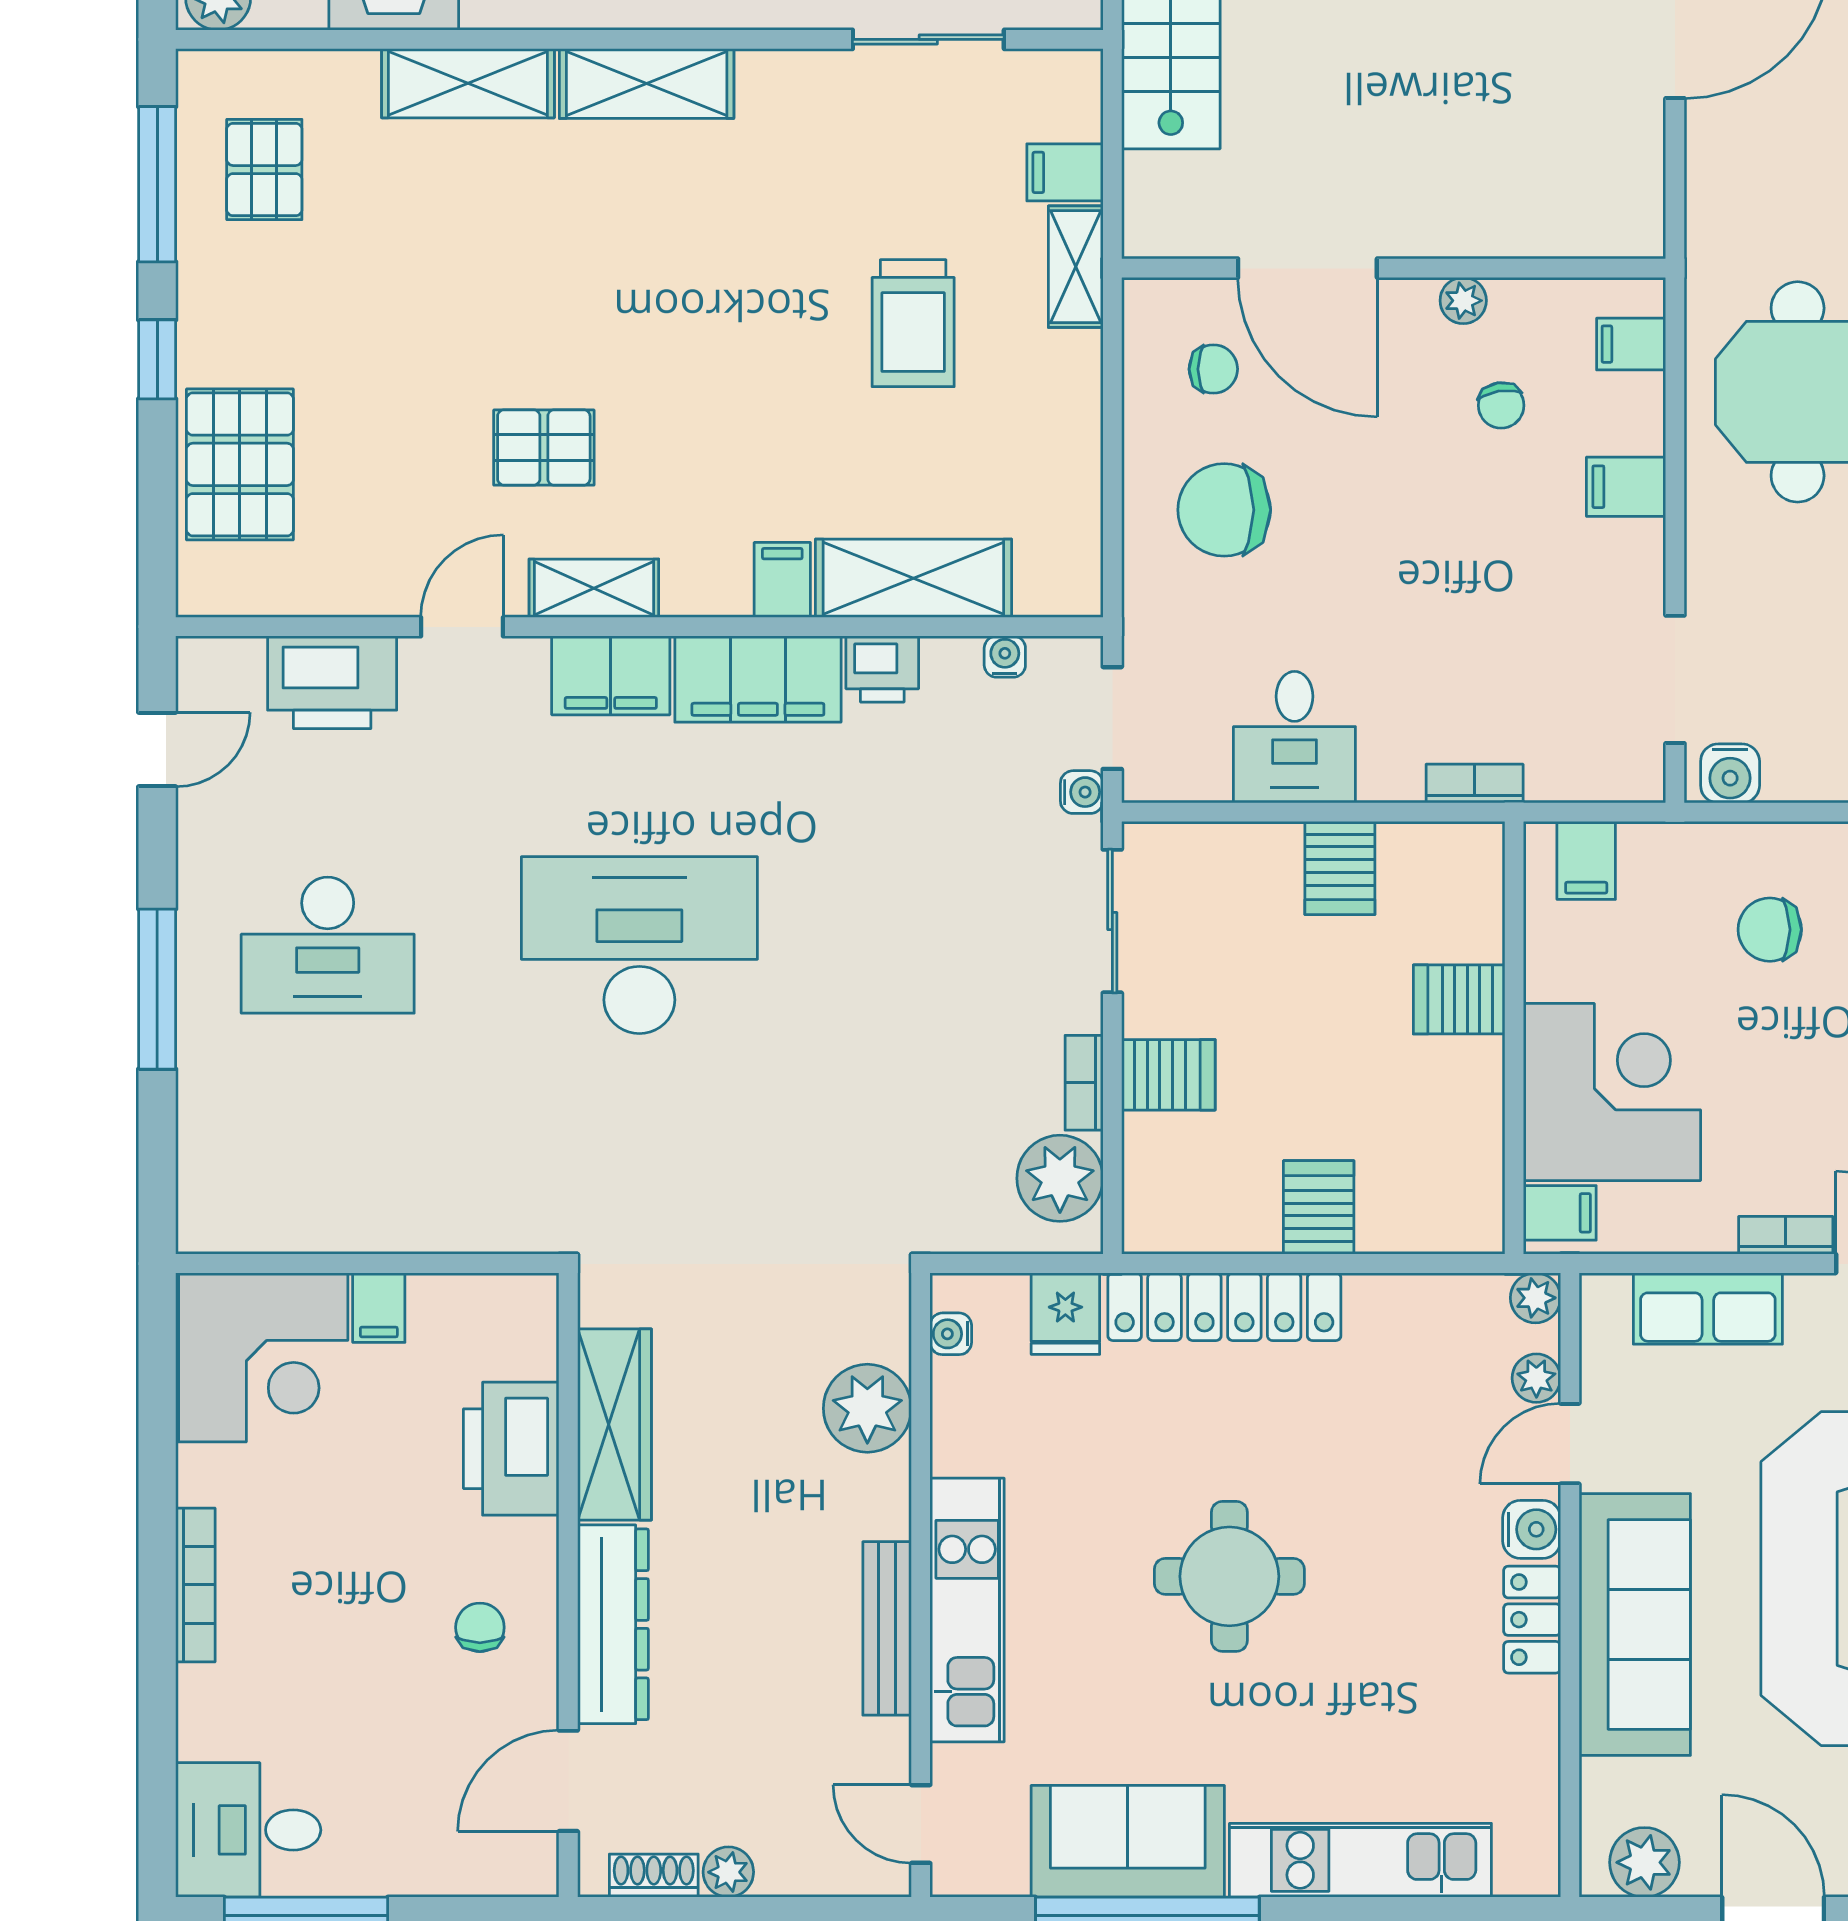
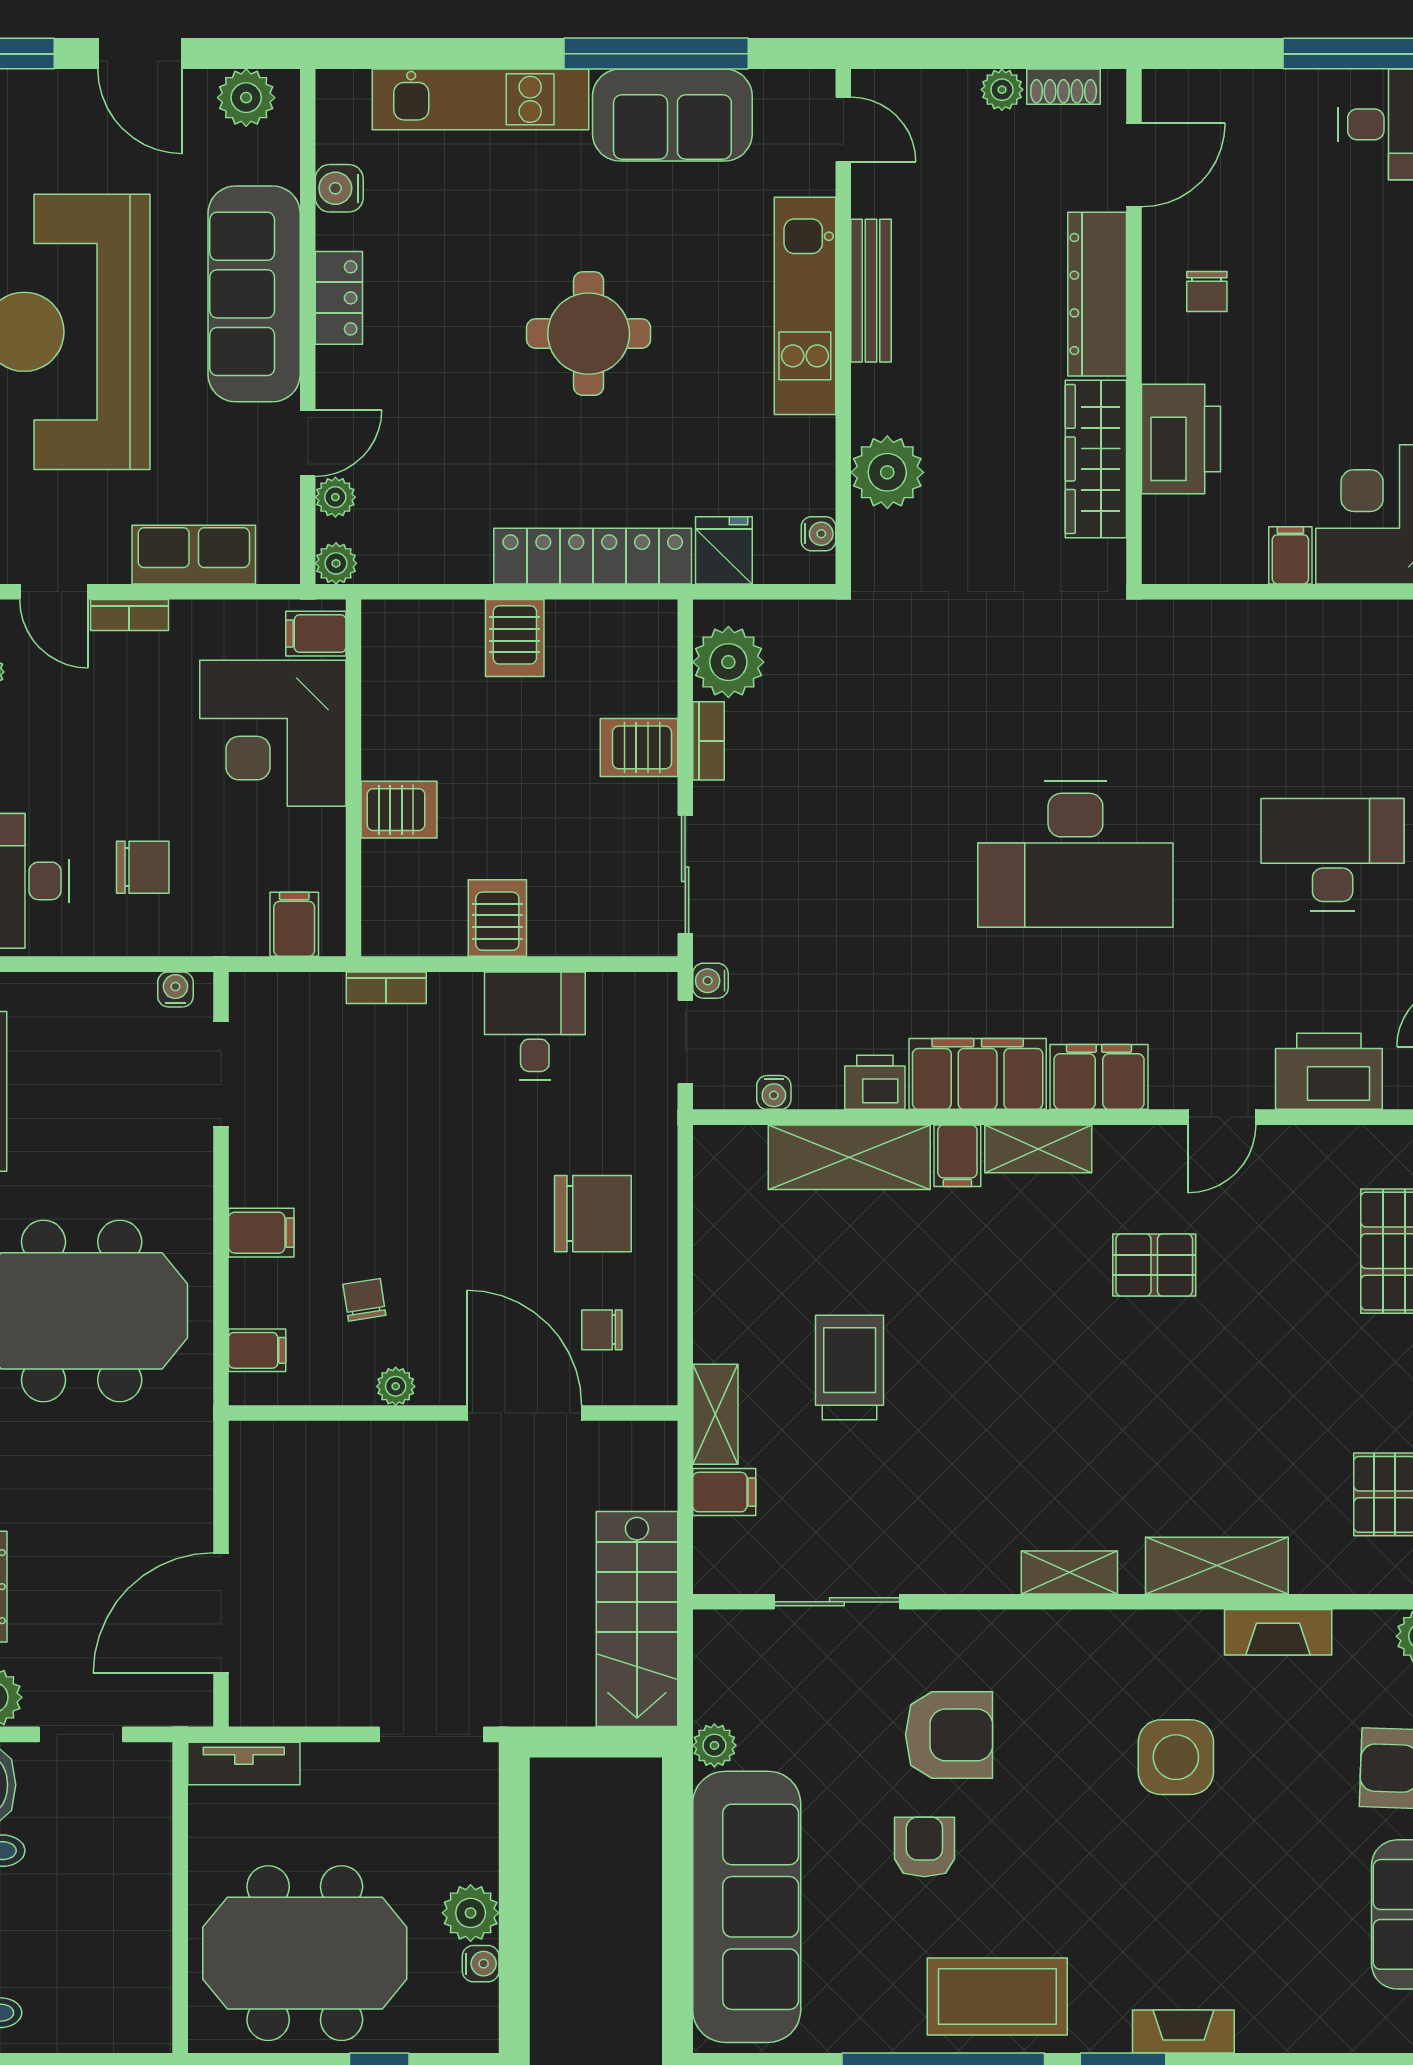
shelving: (647, 84) -> (1069, 1573), width x0.67, depth x0.75
shelving: (594, 588) -> (1038, 1149), moved
water cooler: (1730, 773) -> (175, 989), width x0.72, depth x0.72
water cooler: (1532, 1529) -> (339, 188), moved

